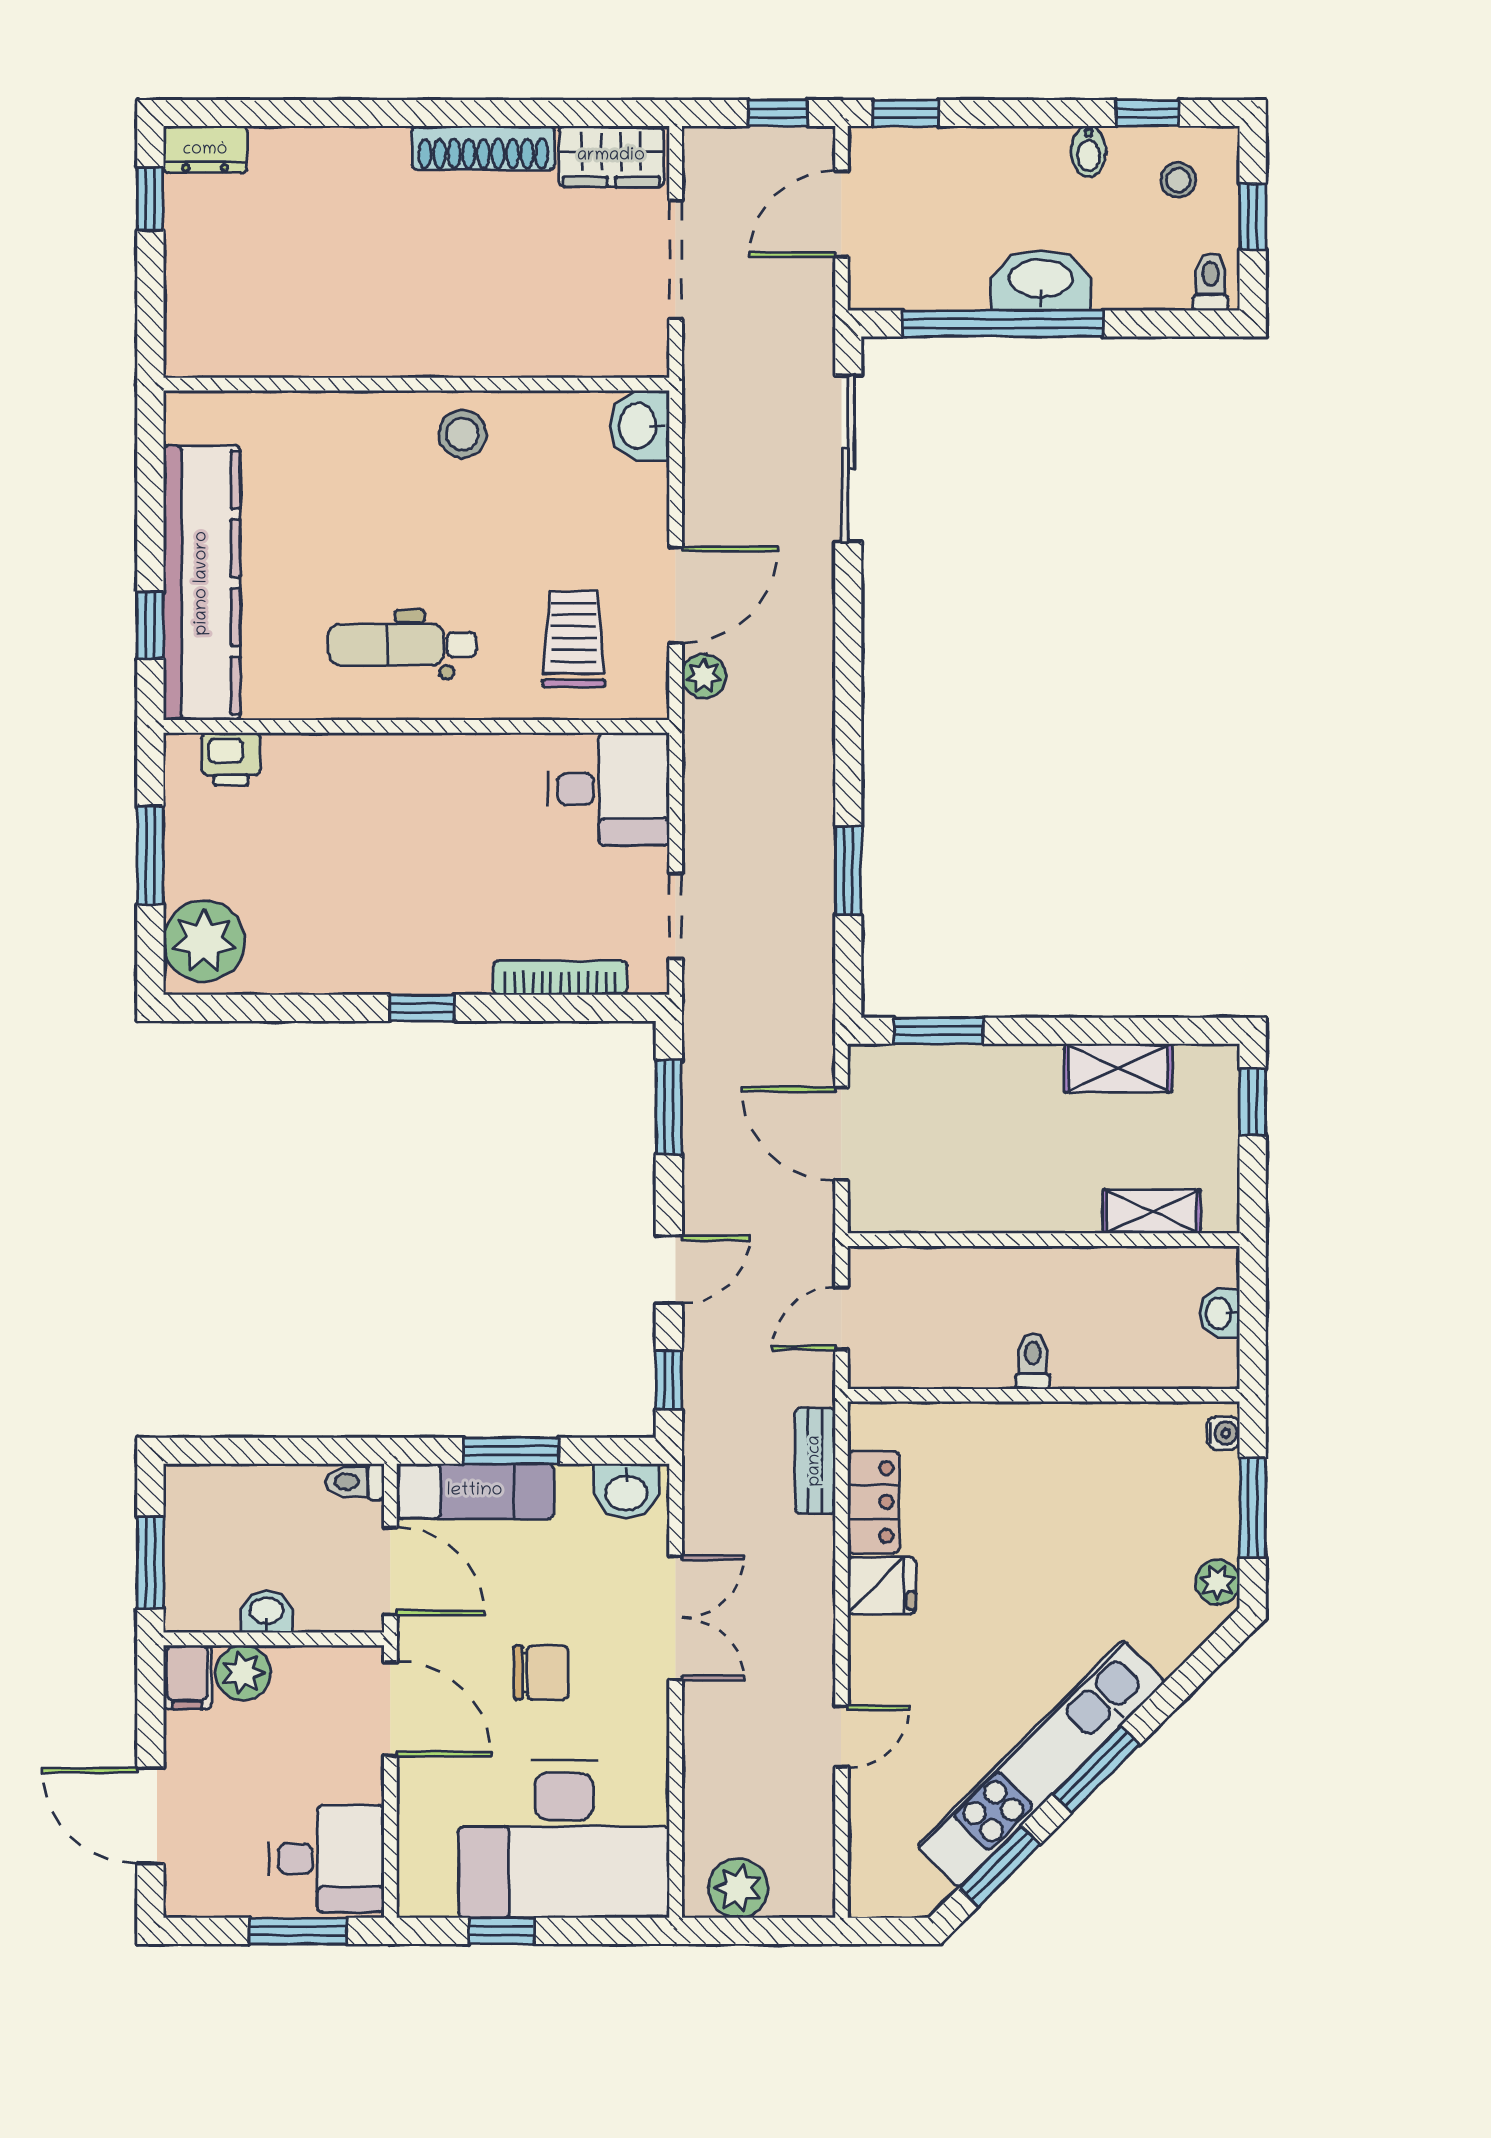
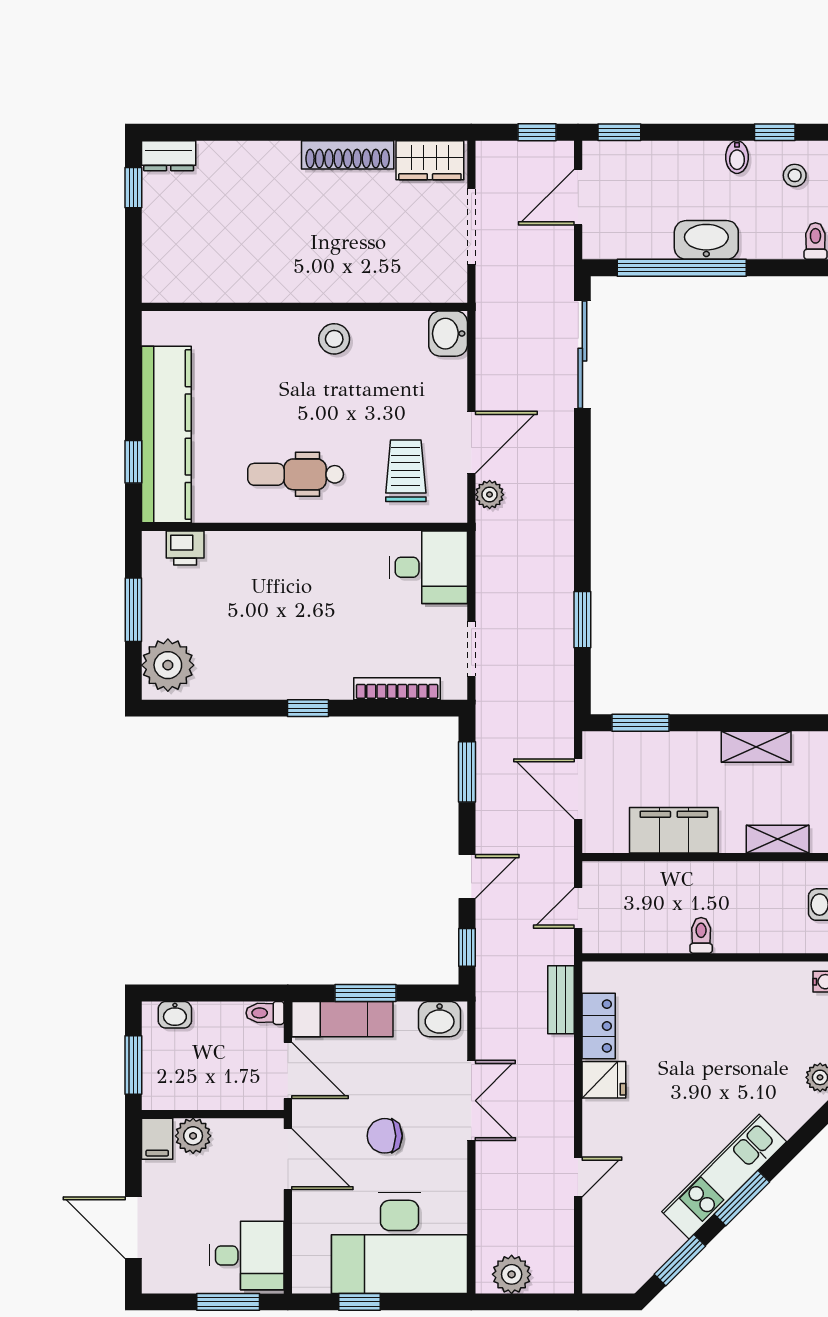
filing cabinet: (990, 1198) -> (674, 830), added
washbasin: (266, 1612) -> (175, 1015), moved, turned 180
chair: (541, 1673) -> (385, 1136), turned 180
kitchen unit: (1041, 1764) -> (724, 1177), width x0.73

